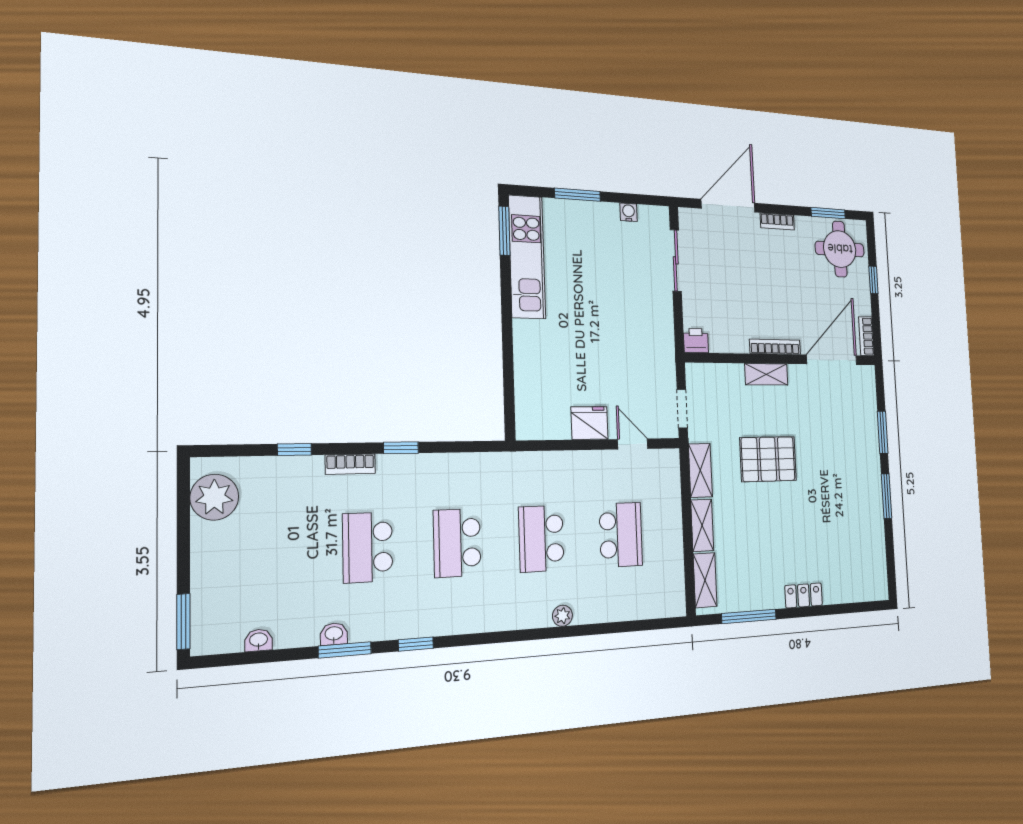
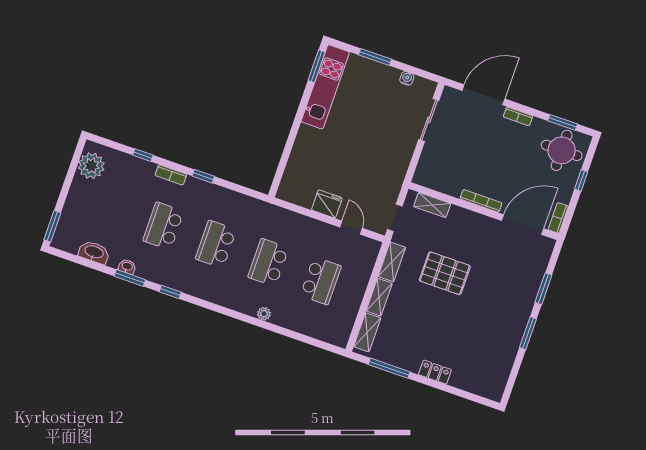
printer: (696, 341) -> (422, 177), removed
shelving: (766, 374) -> (432, 205), moved
washbasin: (259, 640) -> (94, 252), width x1.91, depth x1.45

